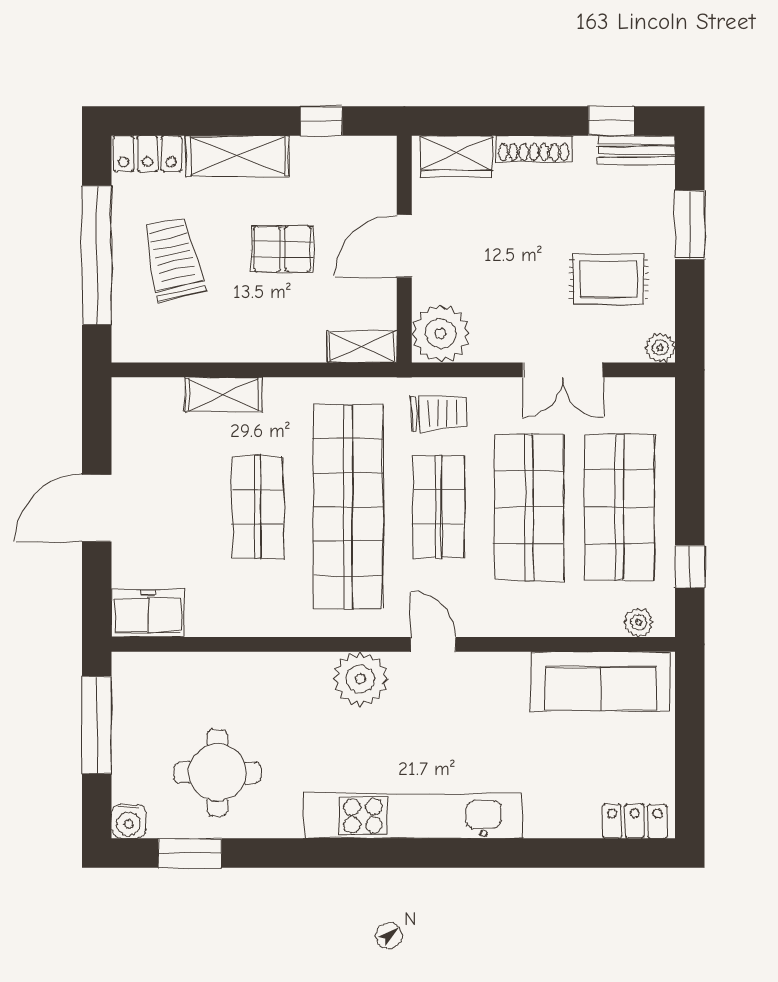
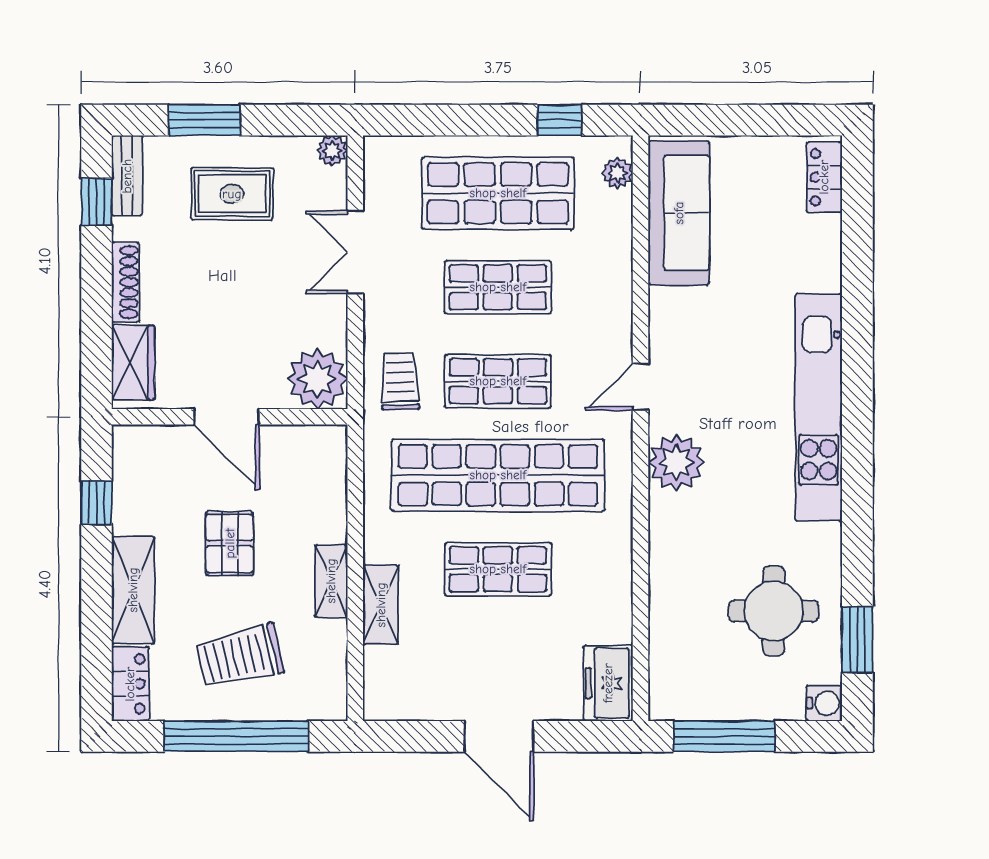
rug: (609, 279) -> (232, 194), moved, turned 90
shelving: (362, 347) -> (331, 581), moved
double door: (563, 370) -> (355, 252), swing flipped
shop shelf: (529, 507) -> (498, 287), width x0.70, depth x0.74

